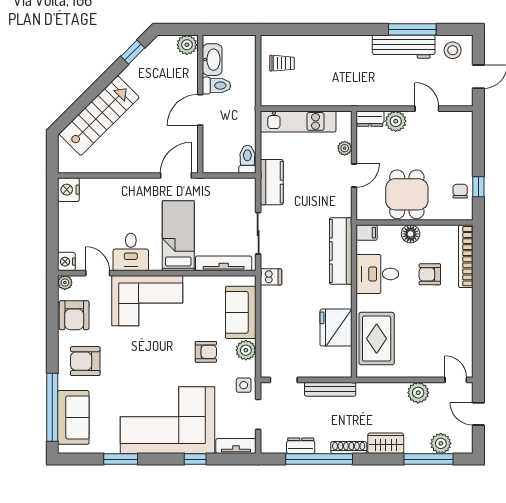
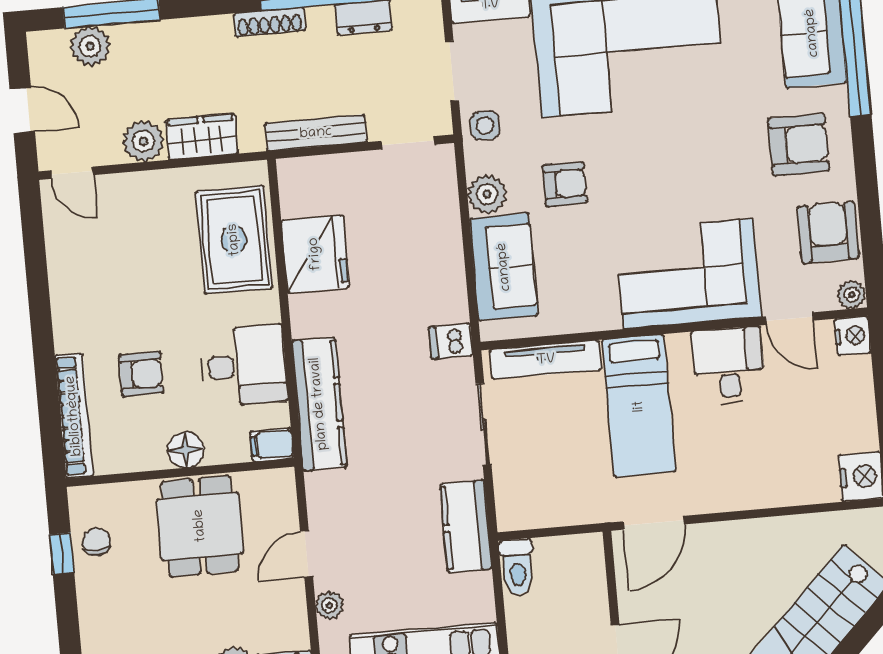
chair: (460, 191) -> (97, 542), turned 180
armchair: (206, 352) -> (565, 184), turned 180
wardrobe: (386, 443) -> (202, 137), moved, turned 180

